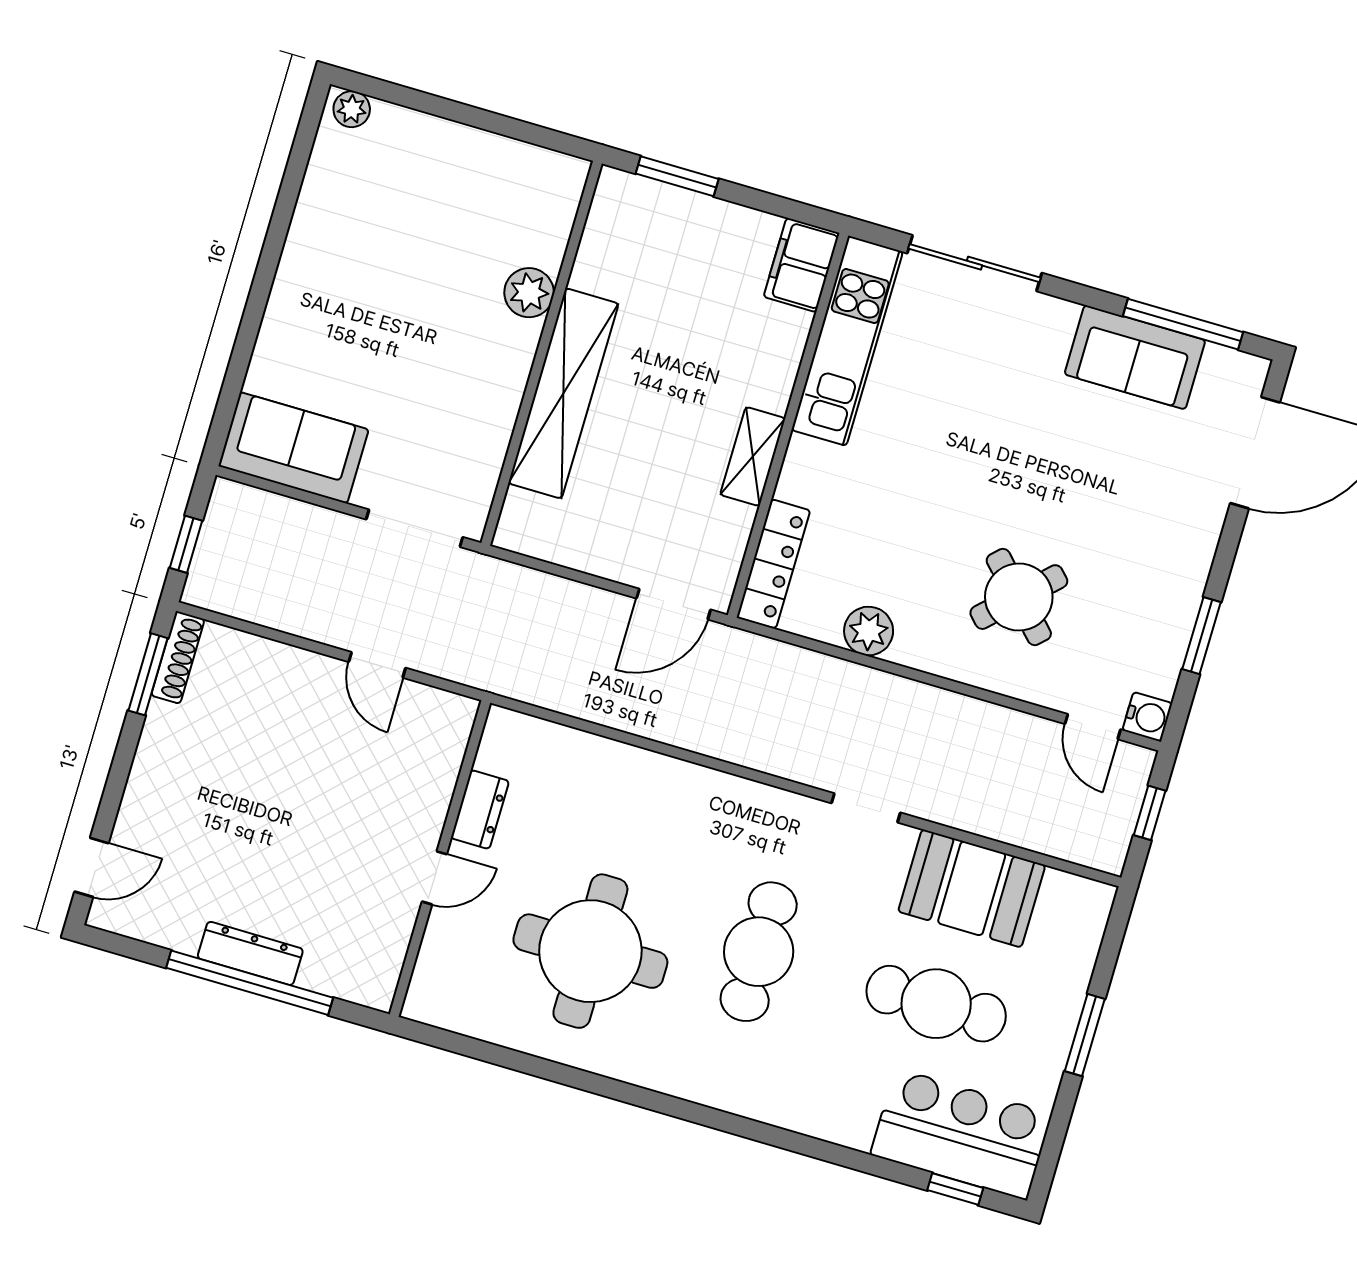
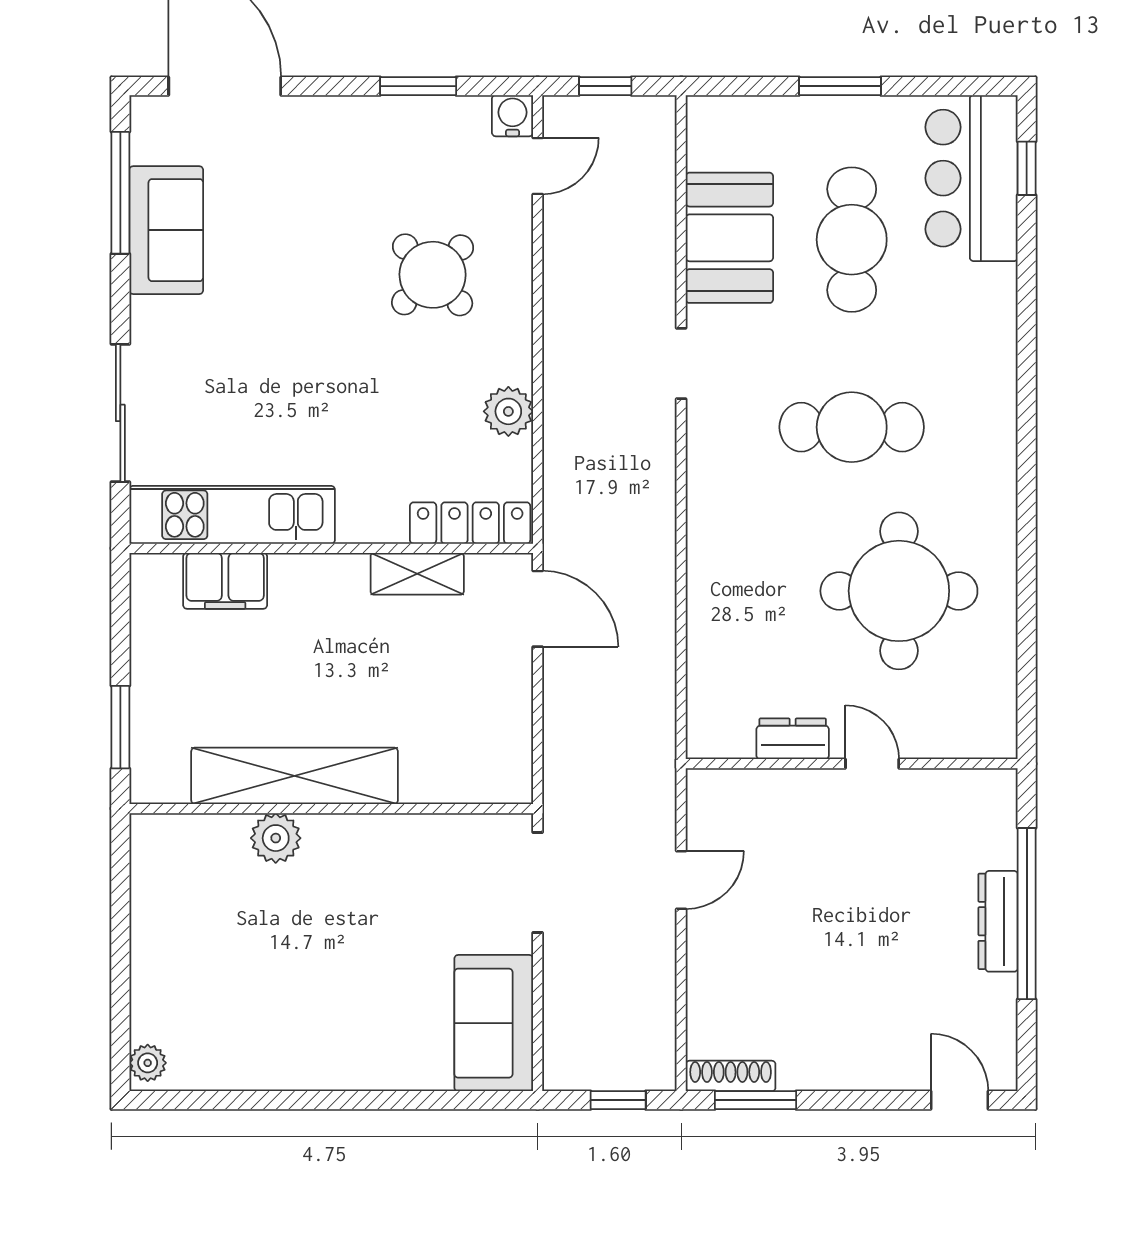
filing cabinet: (802, 265) -> (225, 581), moved
shelving: (563, 393) -> (295, 776), moved
shelving: (753, 456) -> (417, 574), moved

